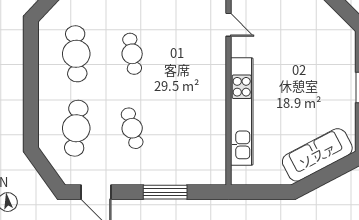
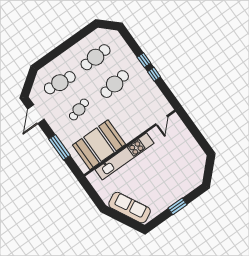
cafe table: (132, 54) -> (115, 84), width x1.37, depth x1.35
booth: (200, 135) -> (99, 145), added

